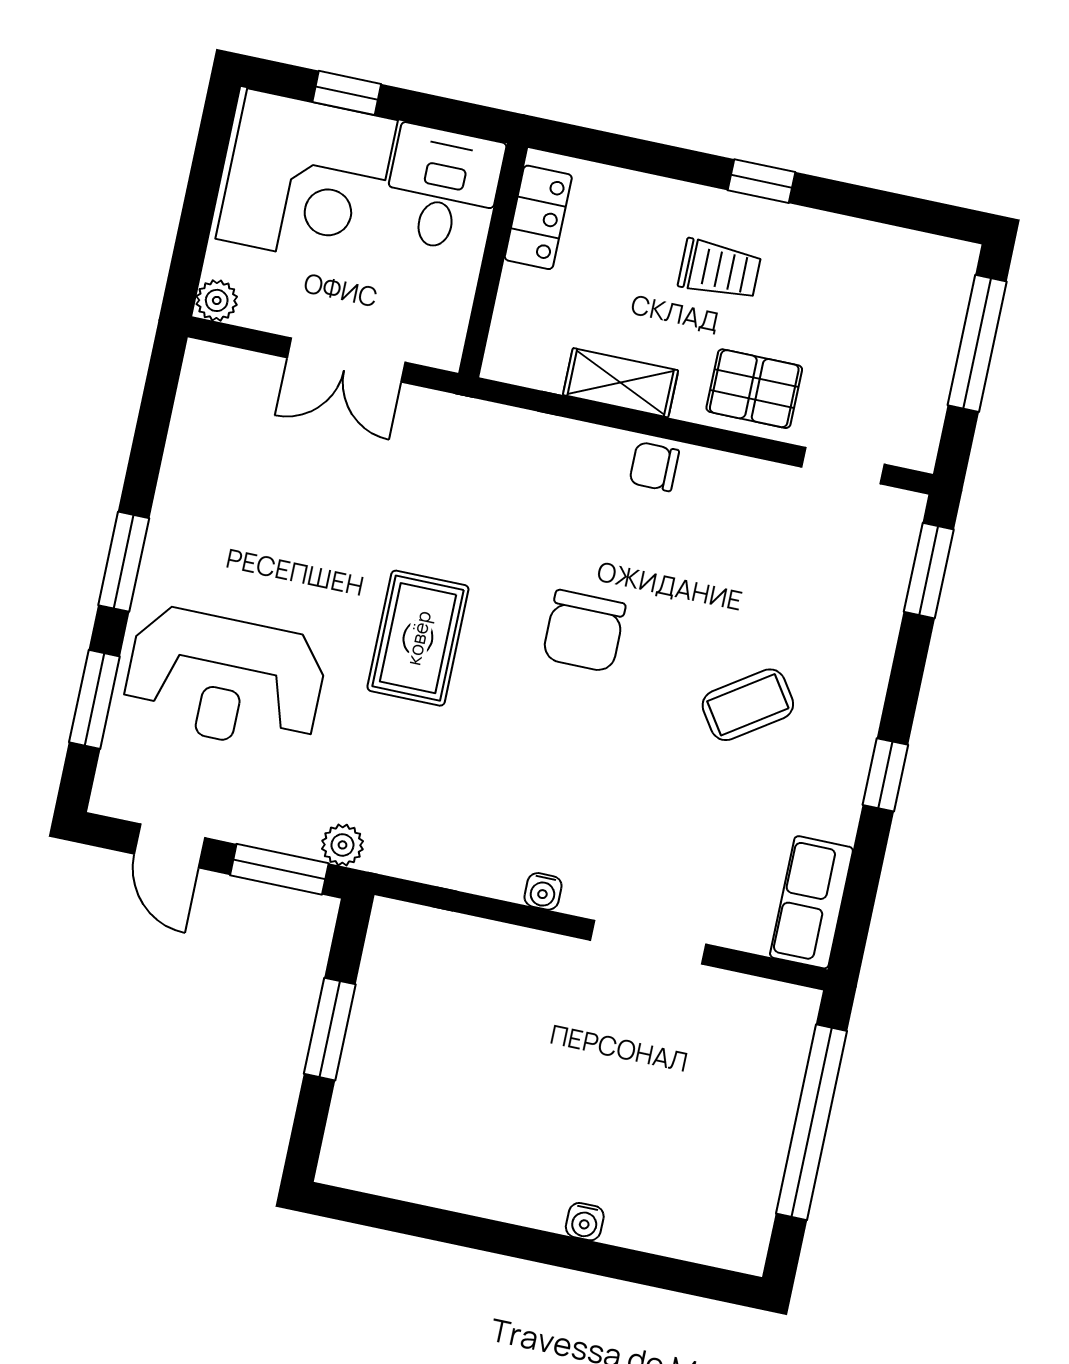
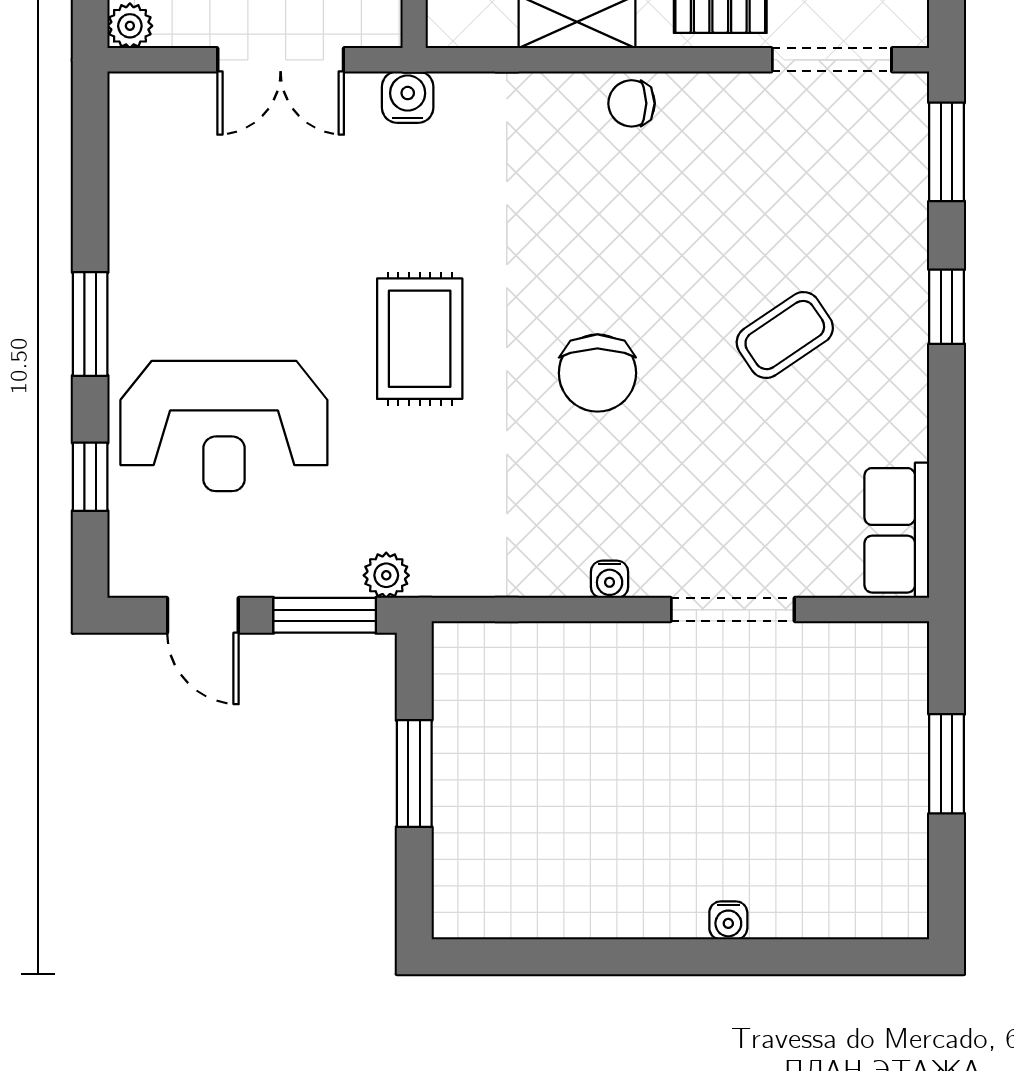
water cooler: (453, 418) -> (408, 97), added
doorway: (843, 466) -> (832, 60), width x1.38
chair: (584, 631) -> (597, 373), moved
window: (94, 699) -> (90, 477), width x0.67
window: (885, 775) -> (947, 307), moved
window: (812, 1122) -> (947, 764), width x0.47

